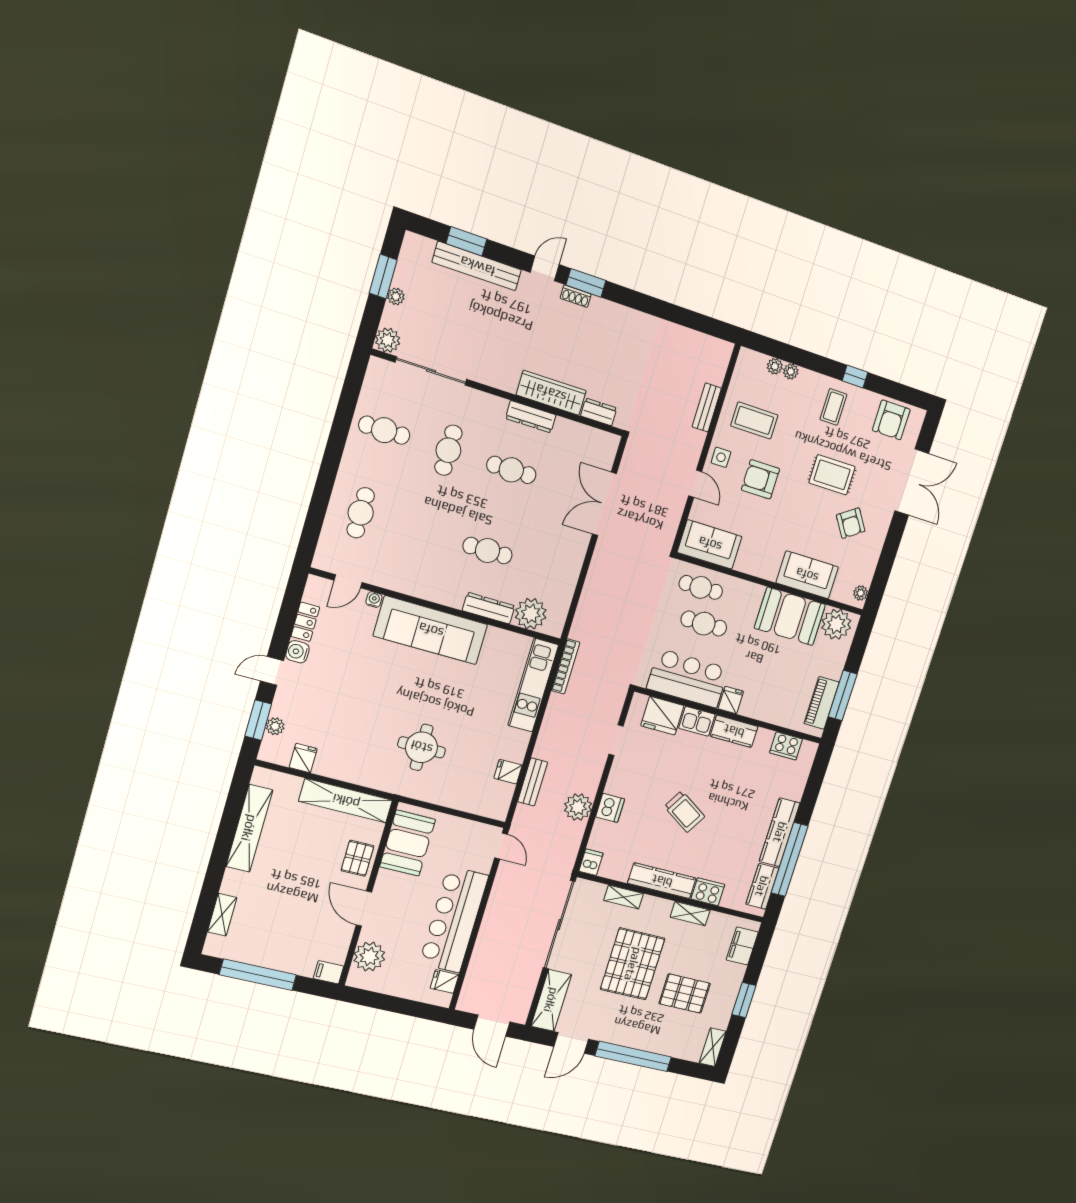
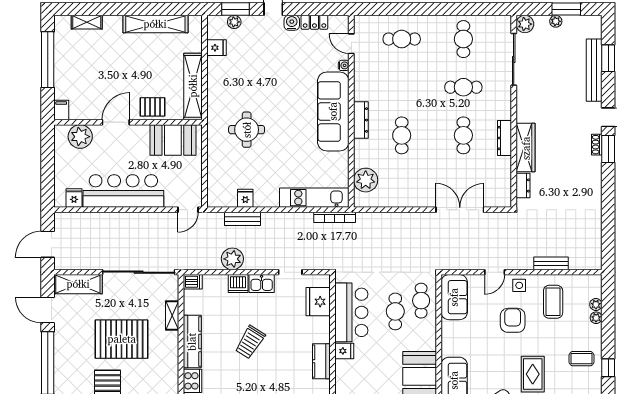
dresser: (489, 608) -> (361, 120), moved
kitchen sink: (697, 721) -> (262, 284), moved, turned -90
shelving: (690, 914) -> (172, 372), removed

